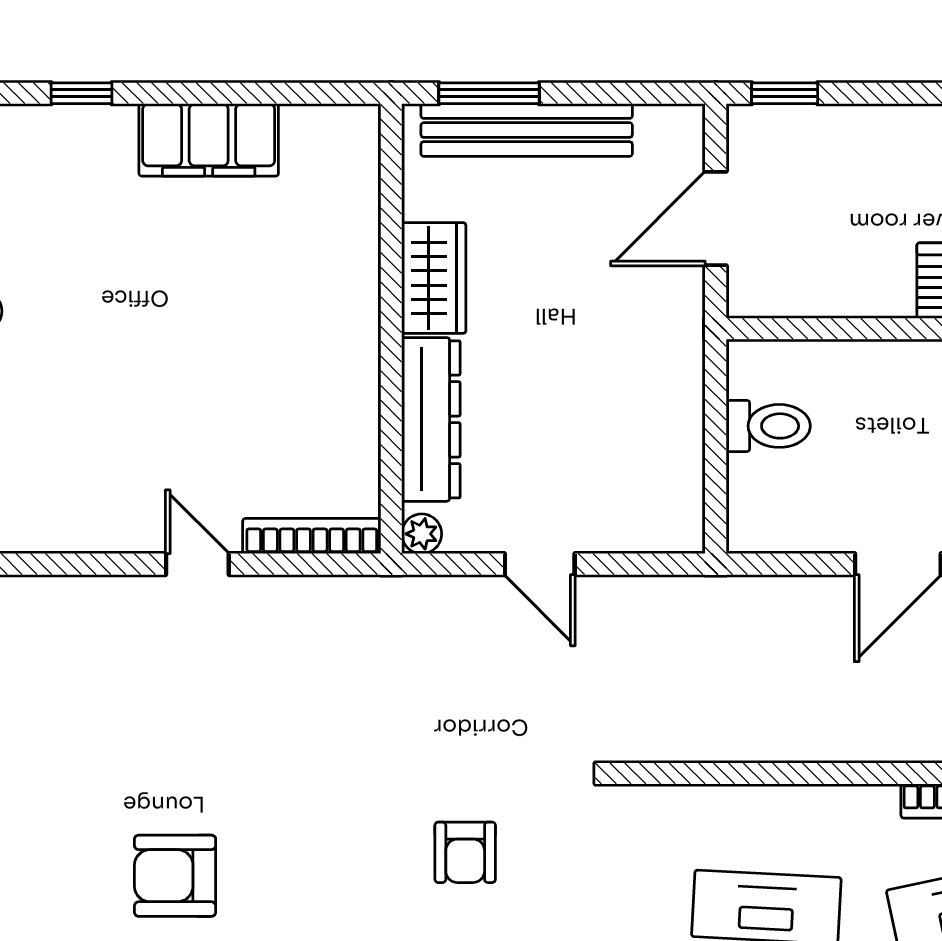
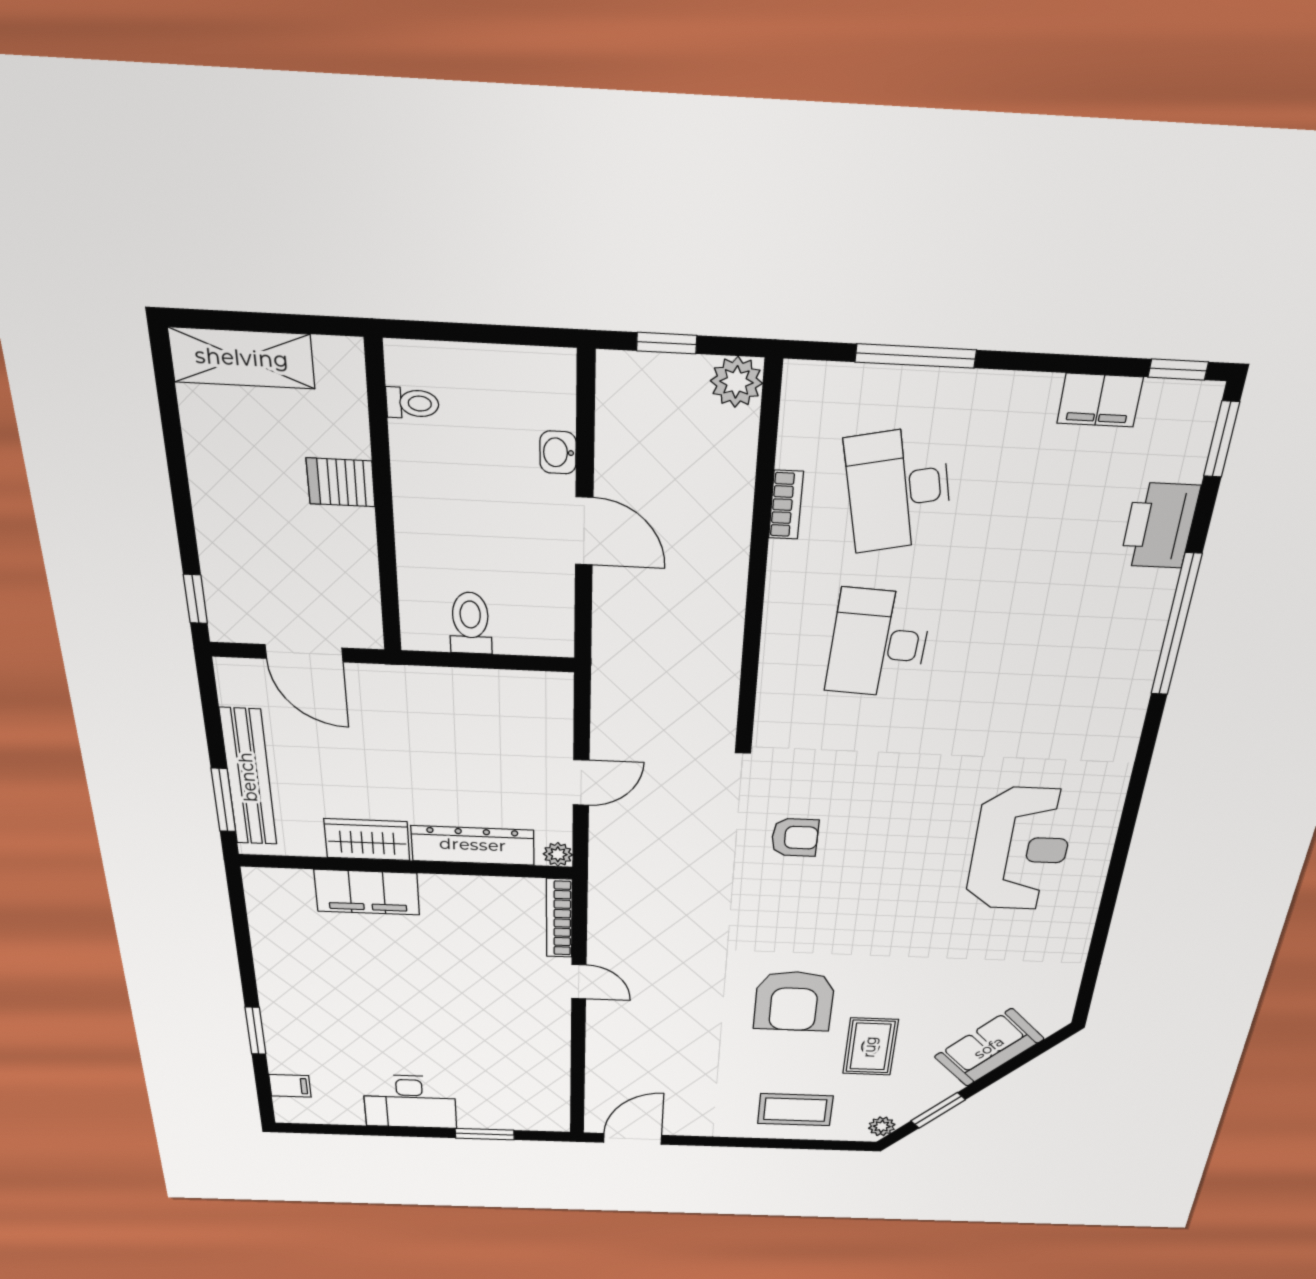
window: (81, 93) -> (255, 1031), width x1.50
filing cabinet: (209, 140) -> (367, 892), moved, turned 90
door: (197, 564) -> (579, 982), swing flipped
armchair: (175, 876) -> (794, 1001), width x1.36, depth x1.36

